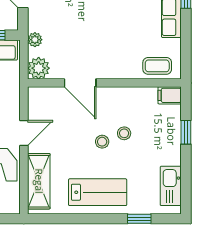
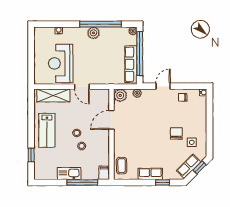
window: (186, 132) -> (82, 182), width x2.17
kitchen sink: (171, 186) -> (69, 174), moved

